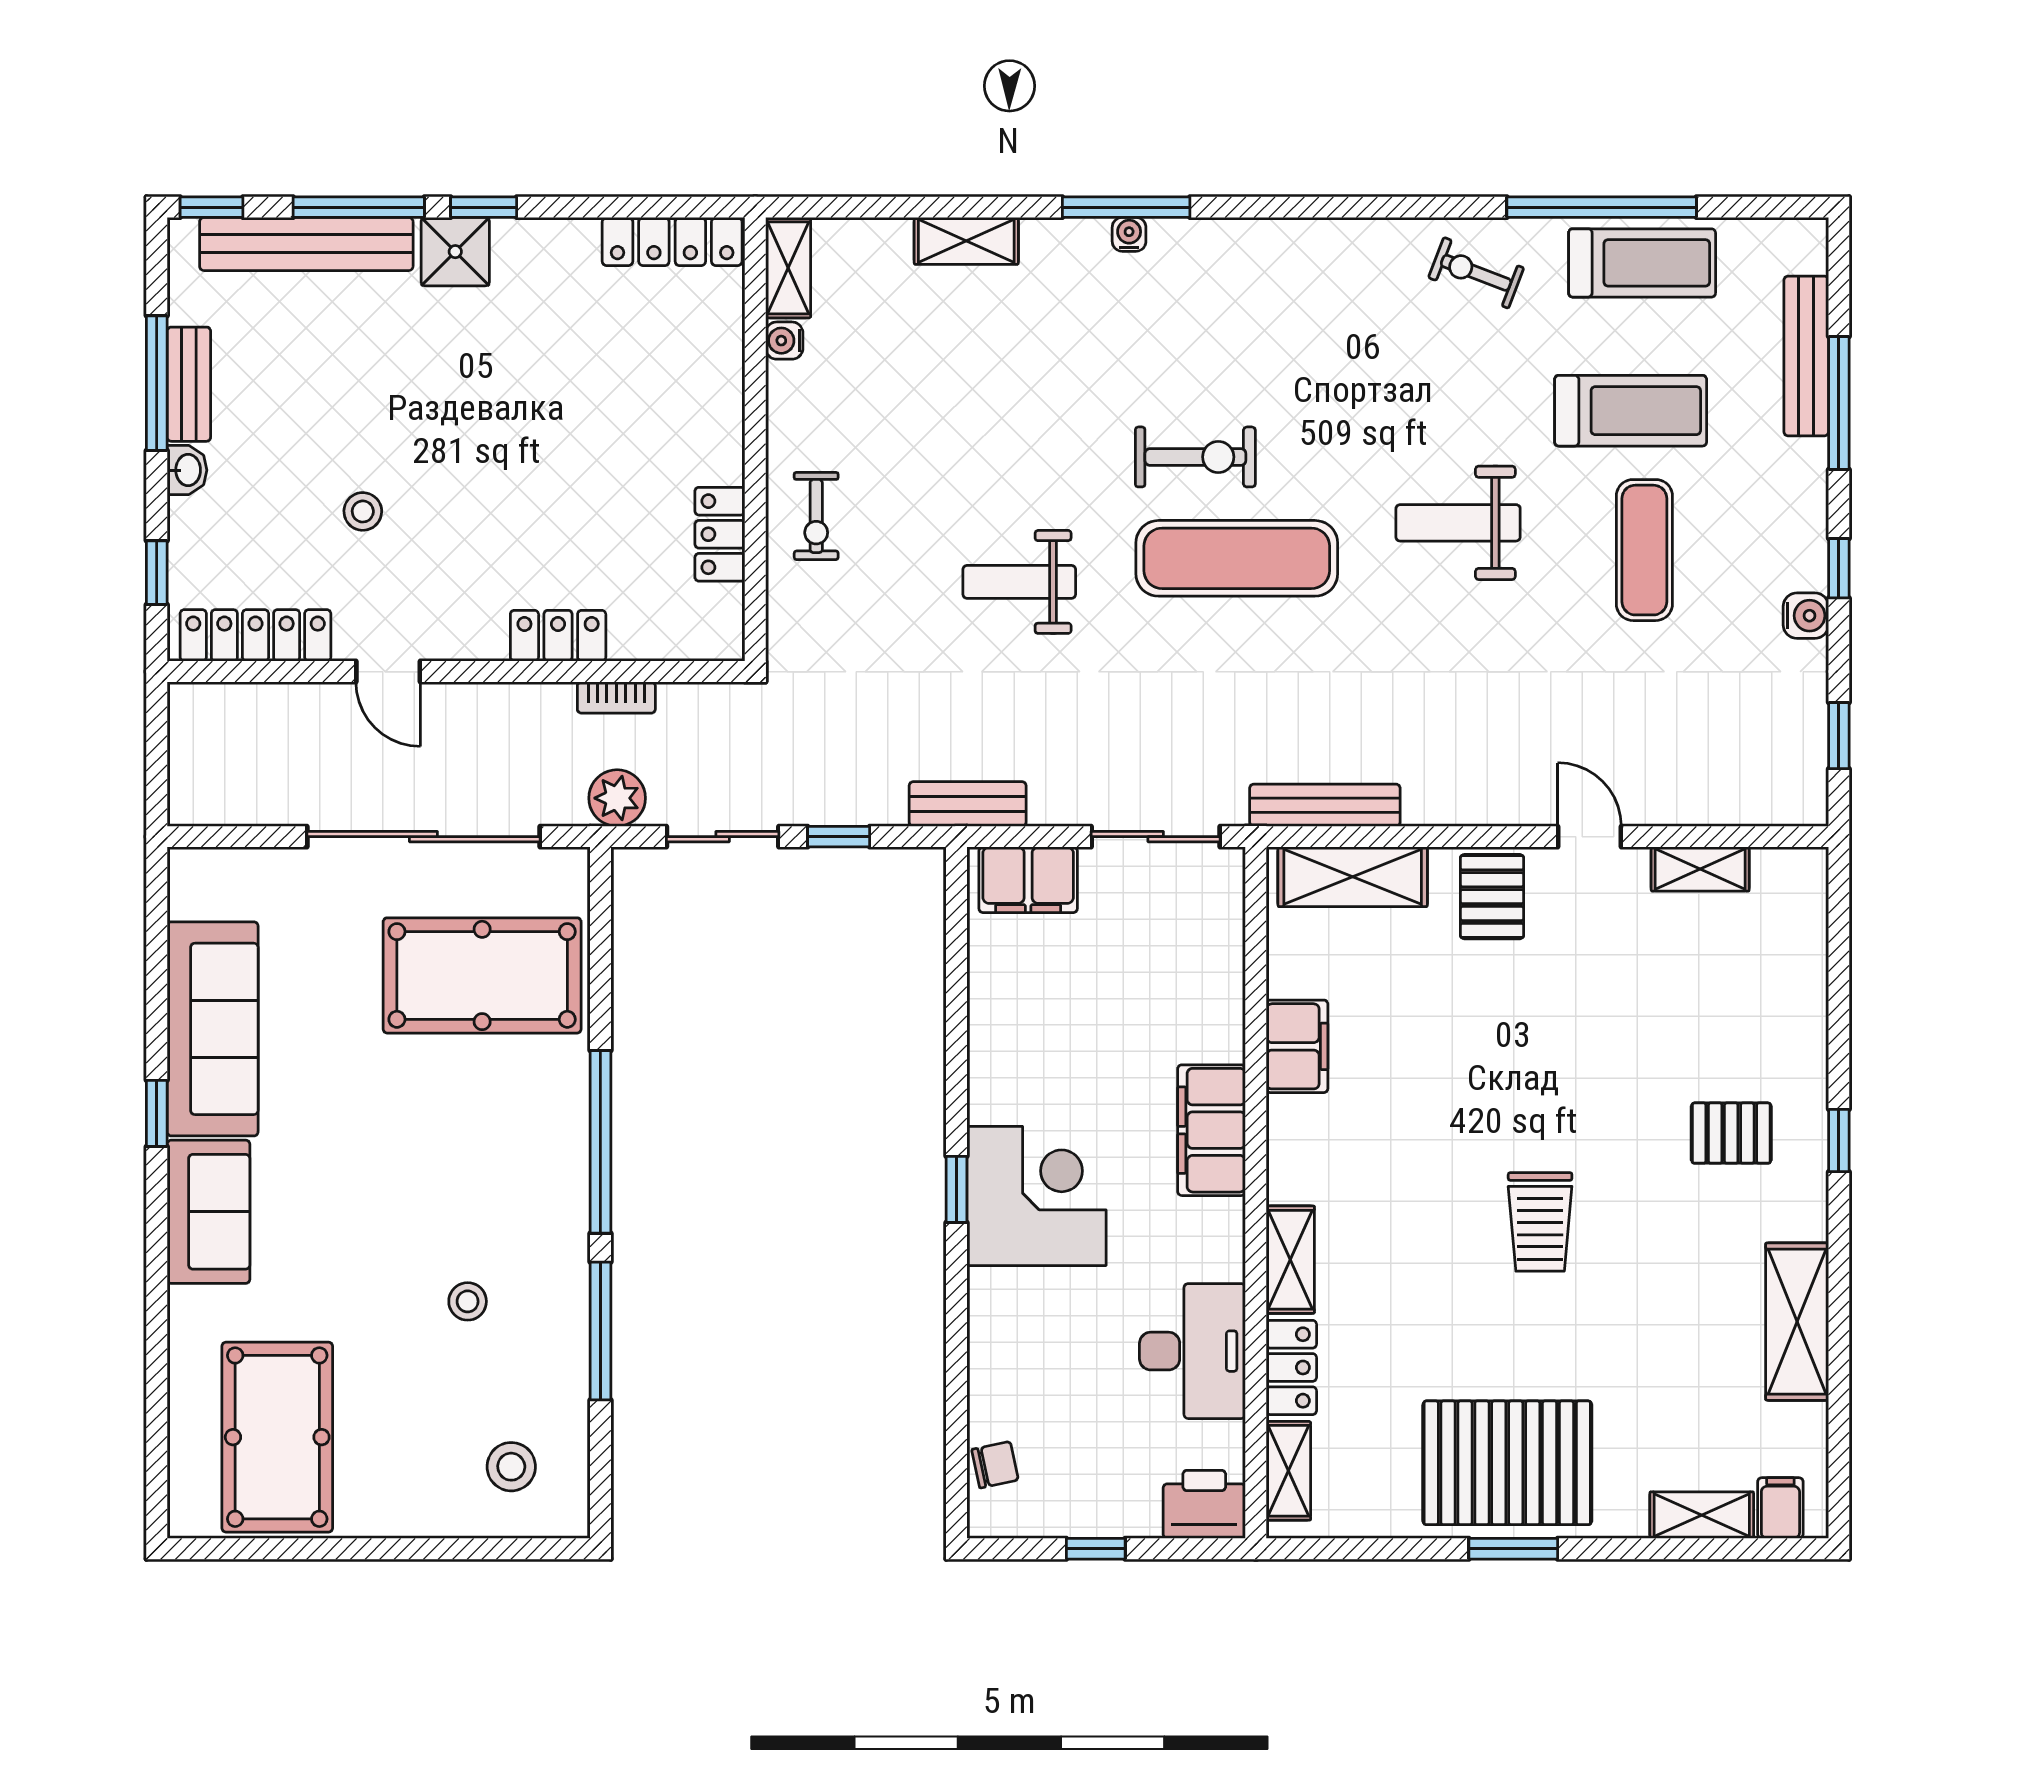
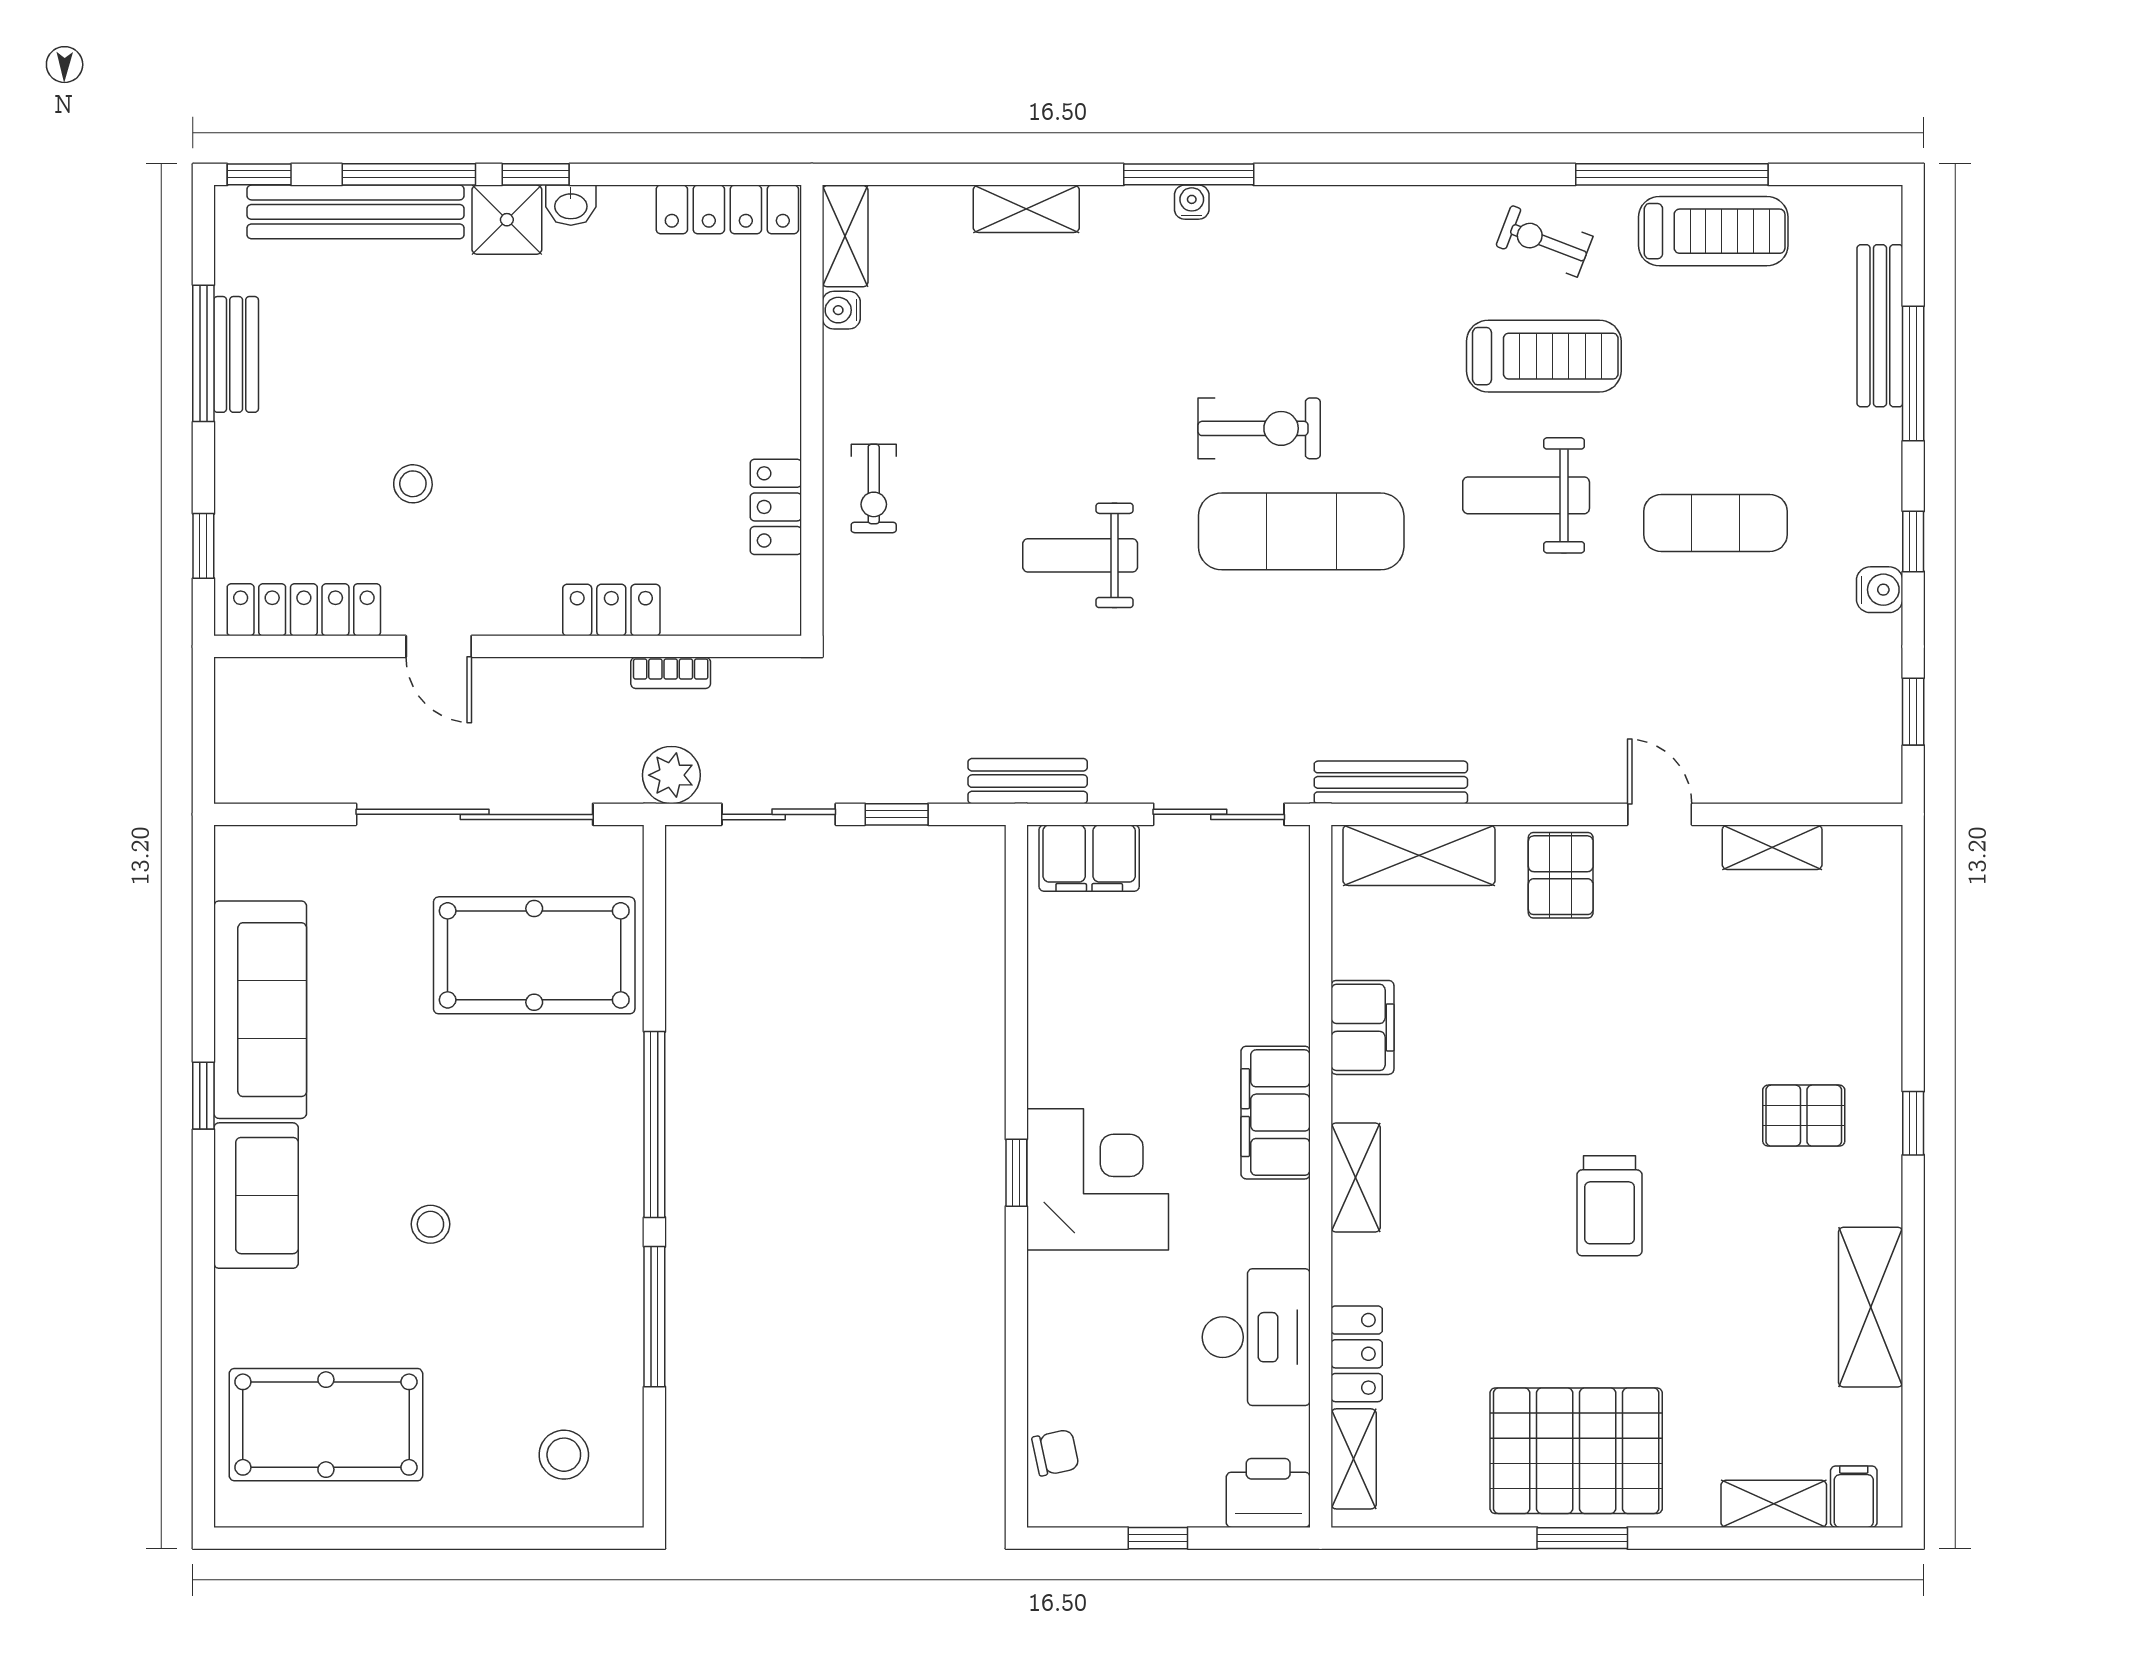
treadmill: (1631, 411) -> (1544, 356), moved
washbasin: (187, 470) -> (571, 205), moved, turned 90
exercise mat: (1644, 550) -> (1715, 523), turned 90
shelving: (1290, 1260) -> (1356, 1177), moved
stool: (468, 1301) -> (430, 1224), moved
pool table: (277, 1437) -> (326, 1425), turned 90

